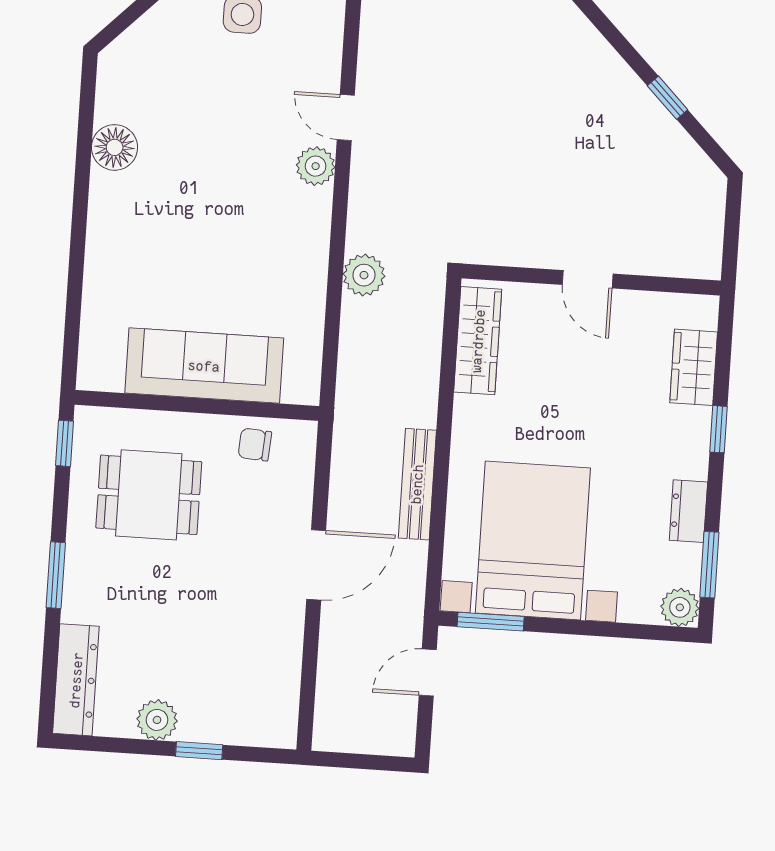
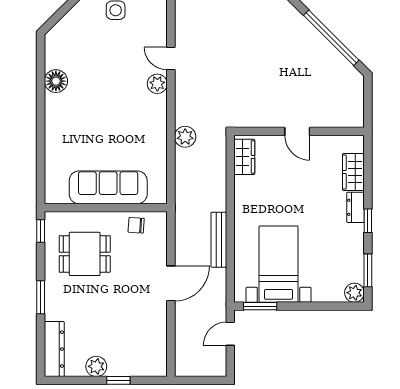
window: (667, 98) -> (331, 38), width x3.17
wardrobe: (478, 341) -> (244, 157), width x0.67
window: (718, 429) -> (368, 221), moved
dresser: (688, 511) -> (356, 207), moved
bed with nightstands: (533, 541) -> (279, 264), width x0.73

